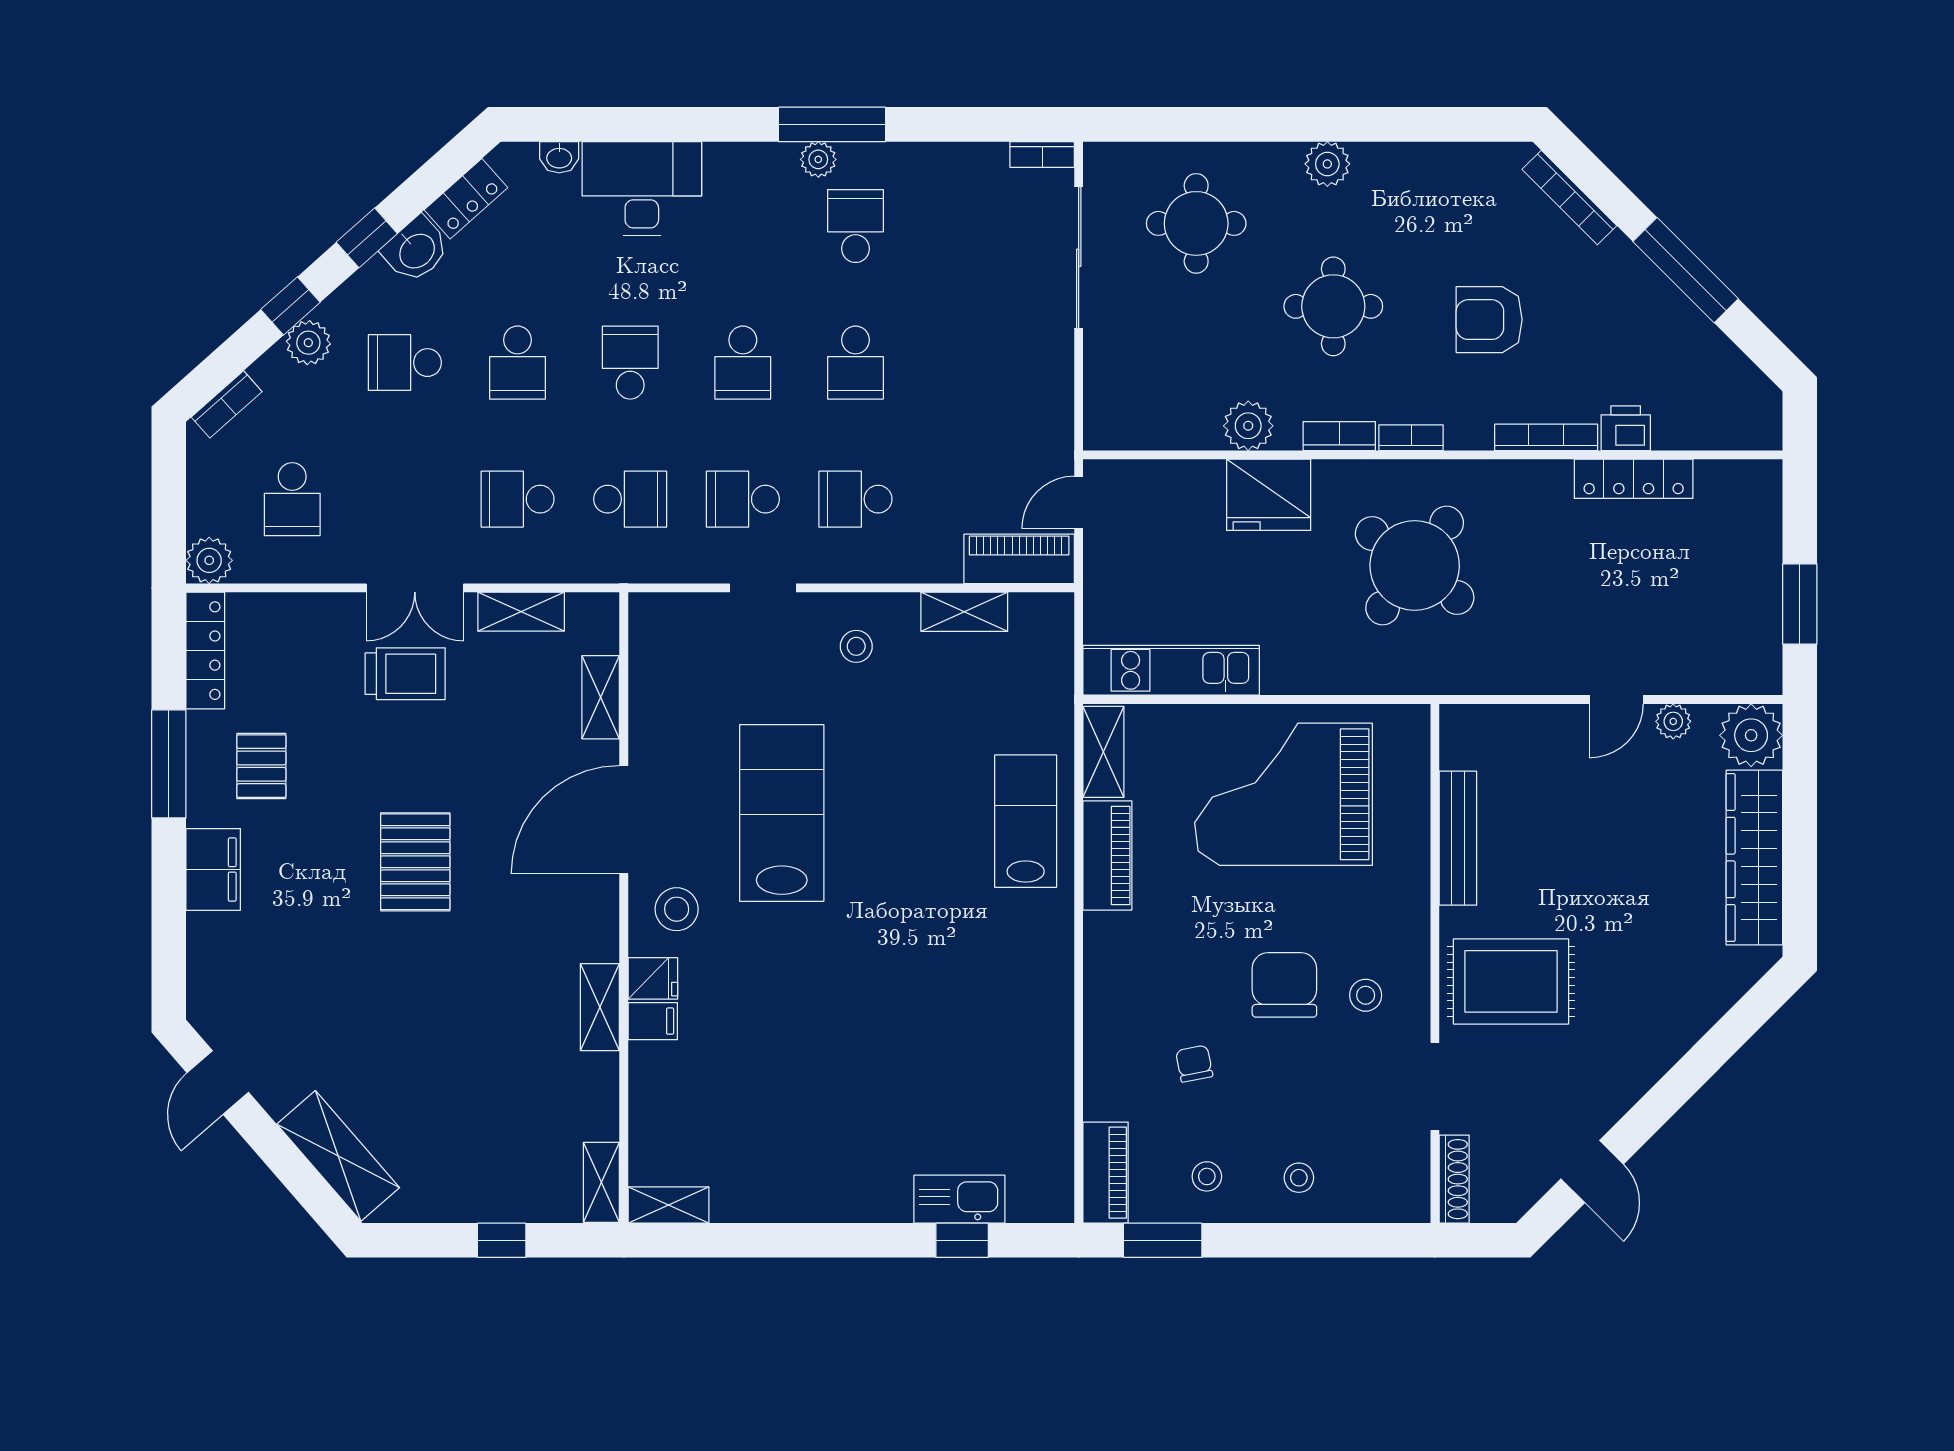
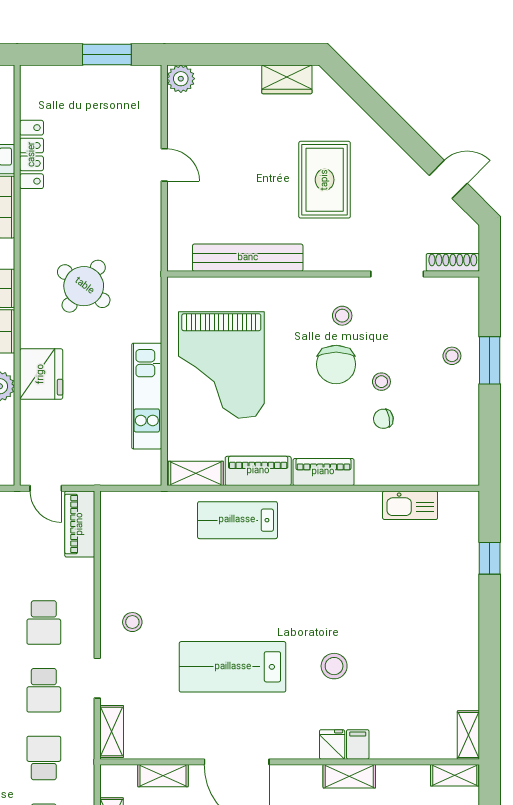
round table: (1415, 565) -> (84, 286), width x0.73, depth x0.73
shelving: (964, 612) -> (112, 732), moved
kitchen unit: (1171, 670) -> (147, 396), moved
plant: (1673, 721) -> (177, 131), removed
plant: (1751, 735) -> (181, 79), width x0.73, depth x0.73
bench: (1458, 838) -> (248, 258), width x1.37, depth x1.21
wardrobe: (1754, 858) -> (287, 79), width x0.48, depth x0.85
stool: (677, 909) -> (334, 666), moved
rug: (1511, 981) -> (325, 180), moved
chair: (1284, 985) -> (336, 364), turned -90
piano: (1106, 1173) -> (323, 472), moved
stool: (1207, 1176) -> (381, 382), moved
kitchen sink: (959, 1199) -> (410, 505), moved, turned -90
window: (1163, 1240) -> (490, 360), moved

